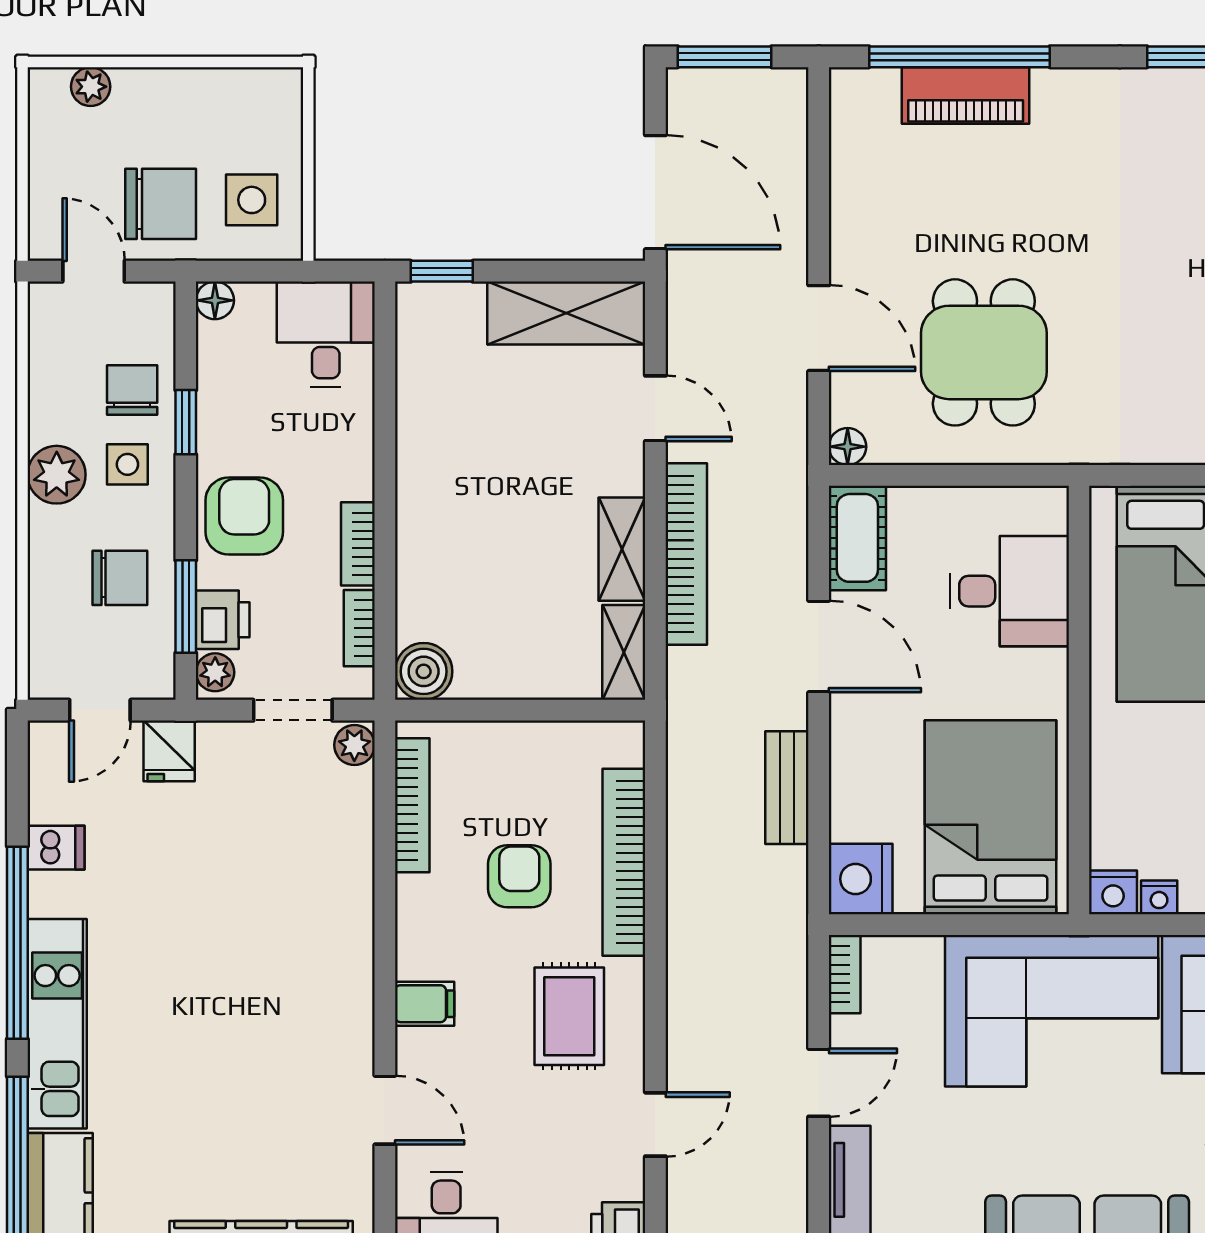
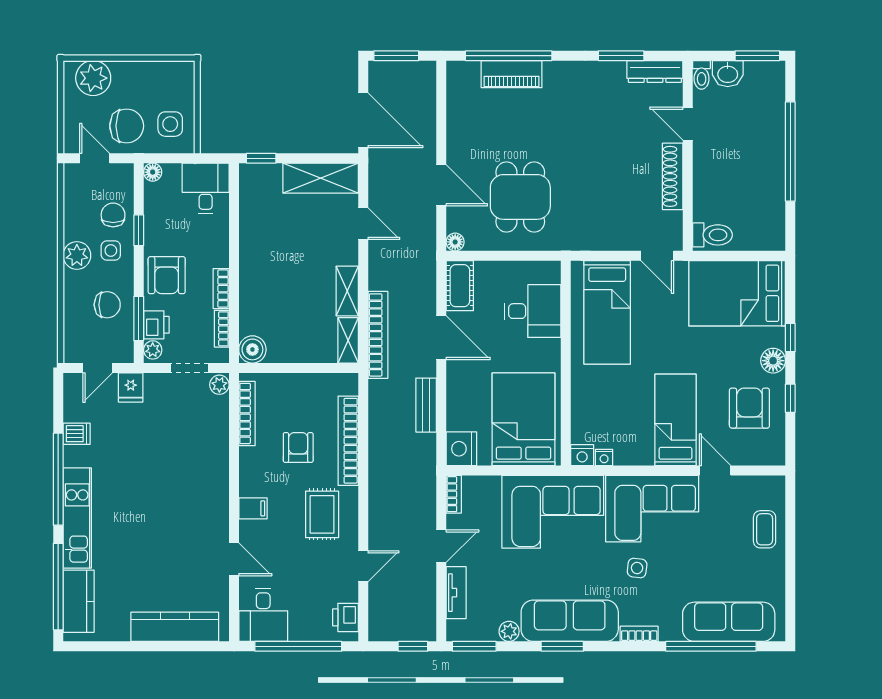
plant: (91, 87) -> (93, 78), width x1.87, depth x1.87
armchair: (244, 516) -> (167, 275), turned 180
bookcase: (686, 554) -> (378, 335), moved

